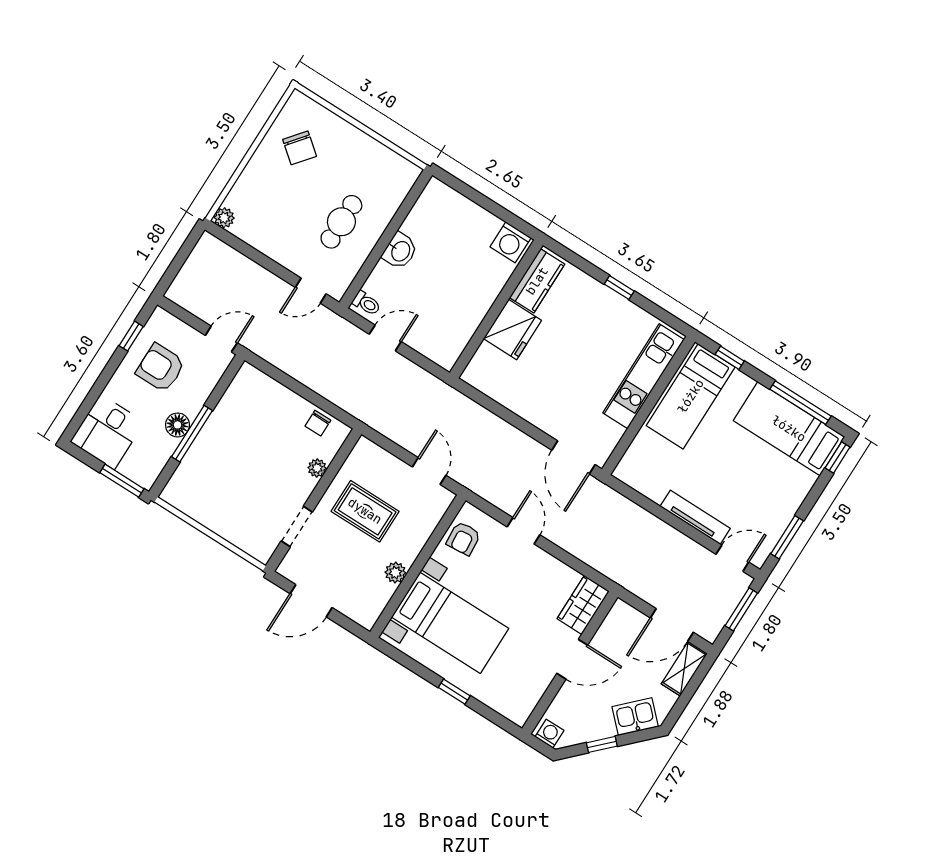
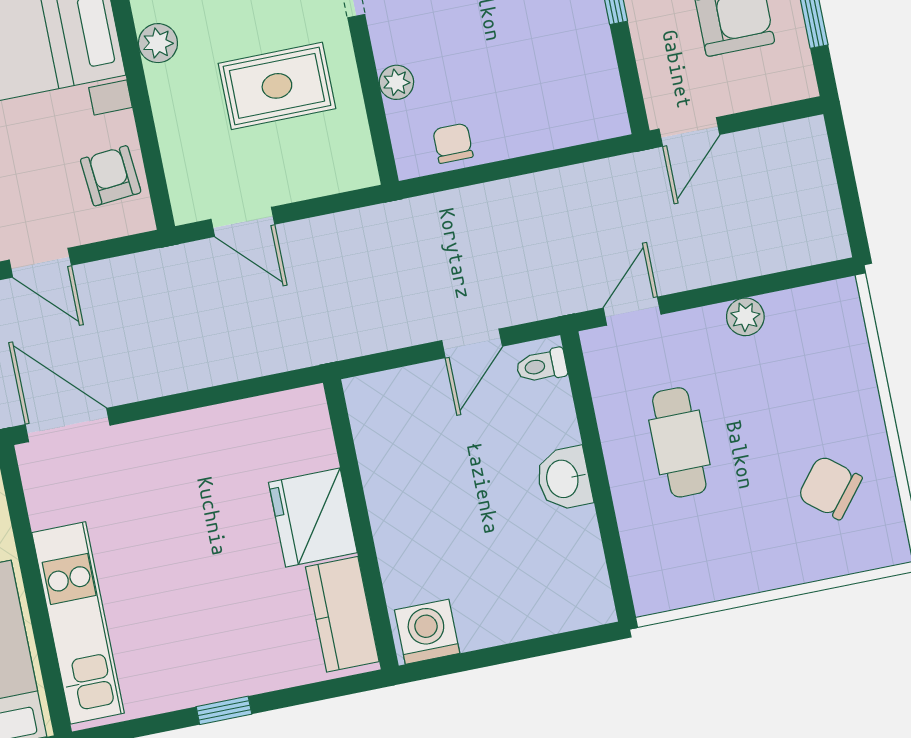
plant: (224, 218) -> (745, 317), moved

